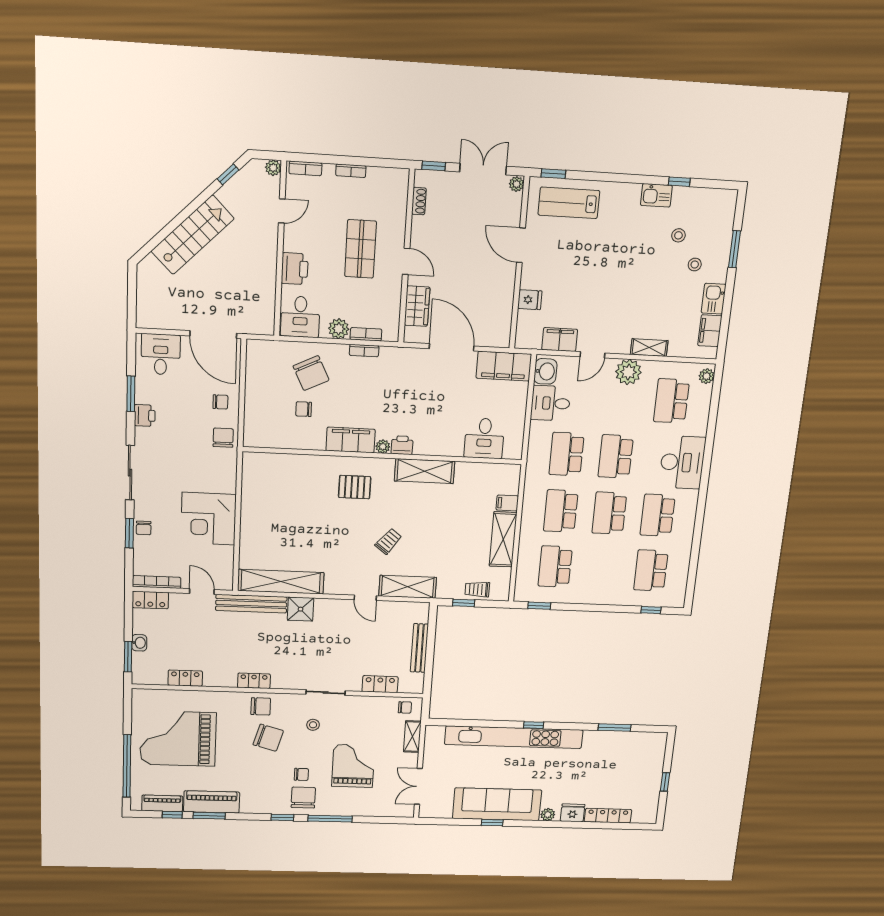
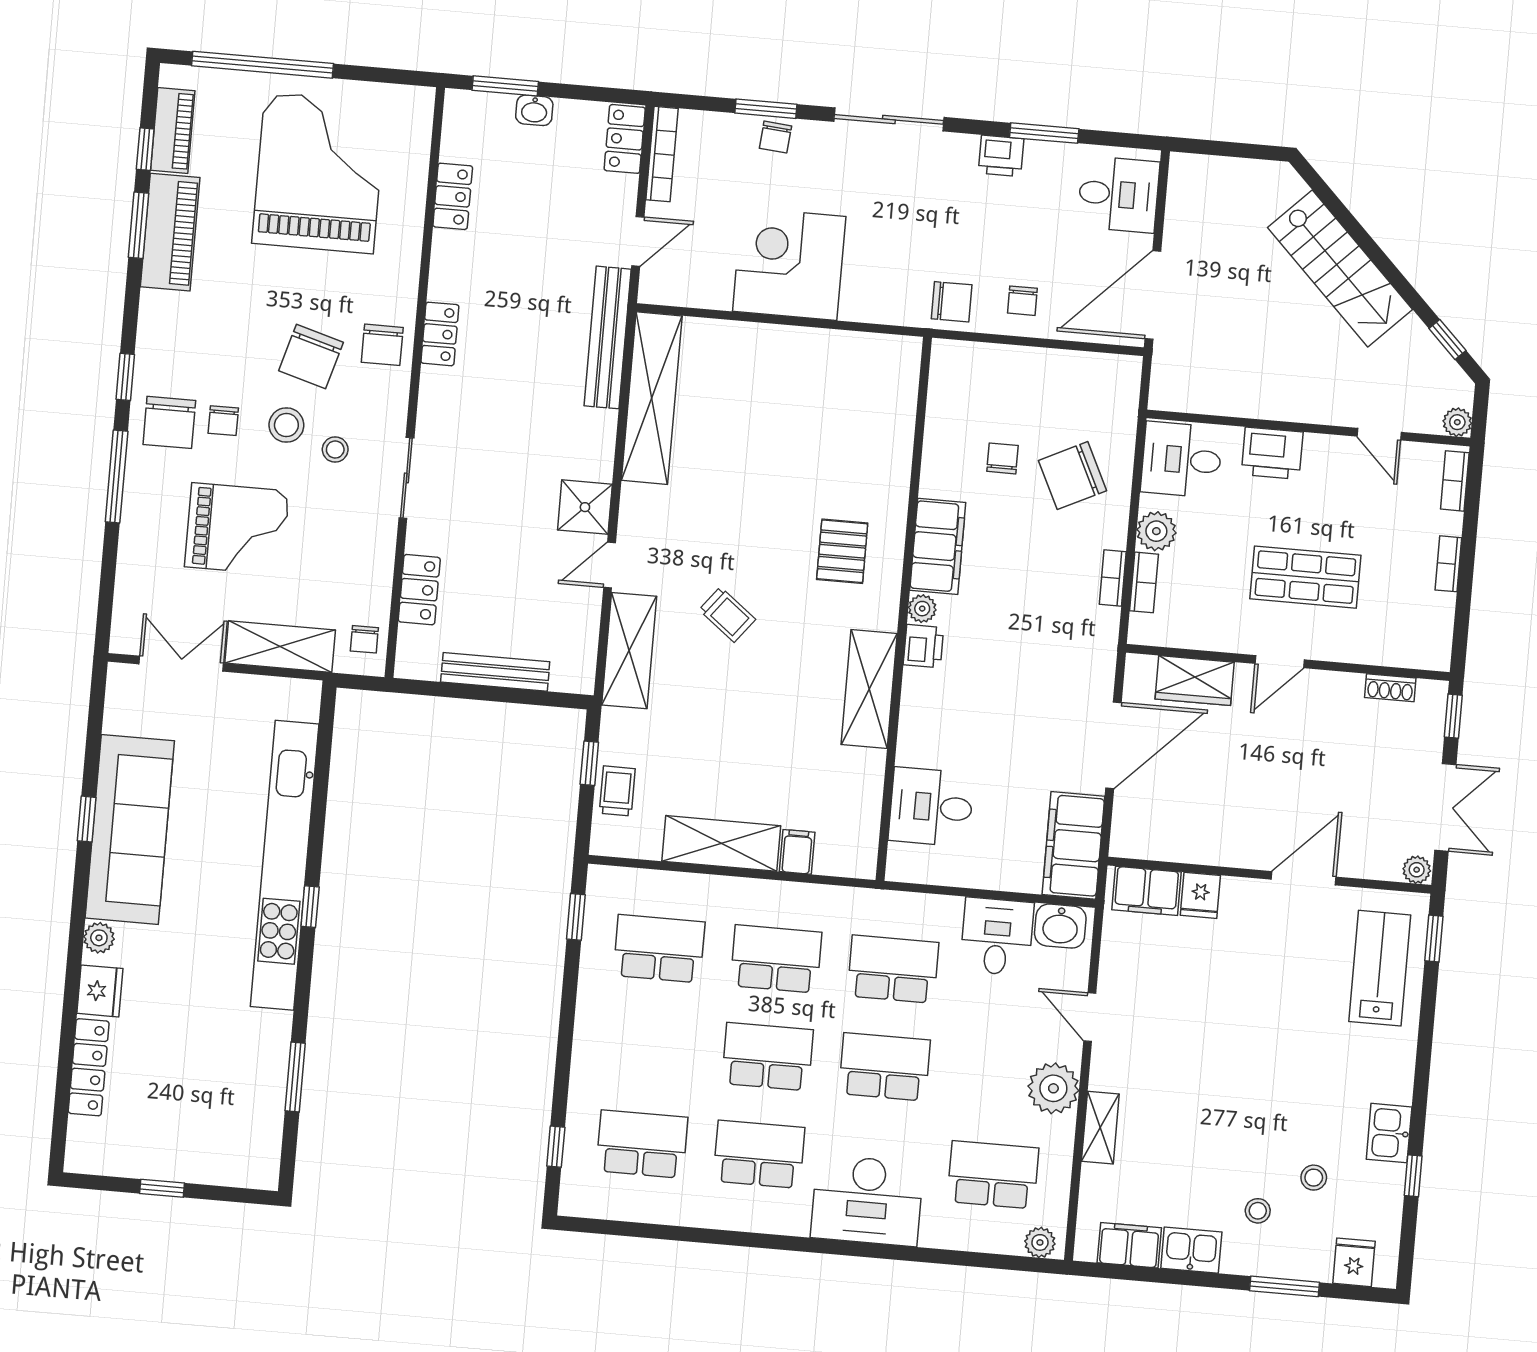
fridge: (724, 213) -> (1354, 1262), added
filing cabinet: (560, 340) -> (1146, 891), moved, turned 90
chair: (144, 528) -> (775, 137), turned -85
shower: (301, 609) -> (585, 507), moved
shelving: (412, 737) -> (280, 647), width x1.50, depth x1.33
stool: (302, 747) -> (286, 425), added
chair: (303, 798) -> (169, 422), turned 90

